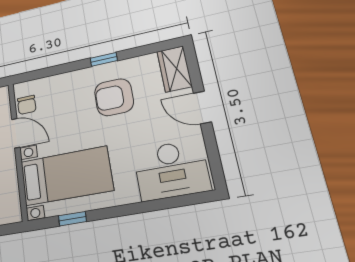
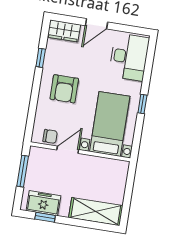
window: (104, 59) -> (41, 58), moved
armchair: (114, 97) -> (64, 89), moved
window: (72, 219) -> (142, 104), moved

